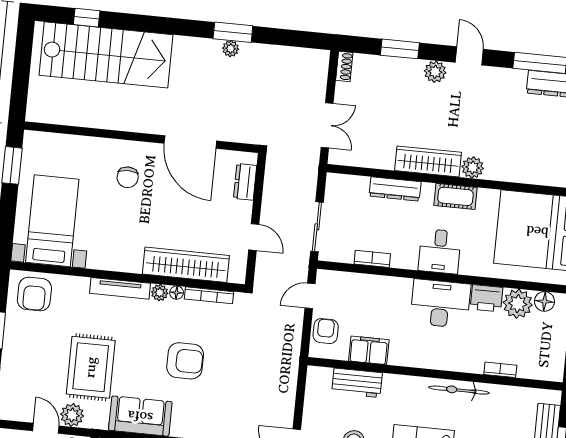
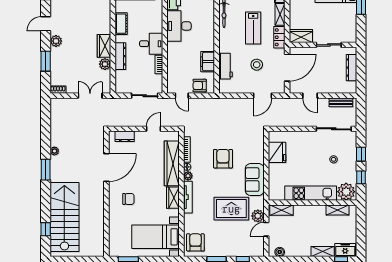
window: (233, 32) -> (46, 170), moved
wardrobe: (428, 161) -> (104, 46), width x0.67
plant: (473, 167) -> (105, 64), moved
desk: (440, 251) -> (151, 44), moved
wardrobe: (122, 260) -> (173, 198), added
armchair: (34, 294) -> (195, 242), turned -90

